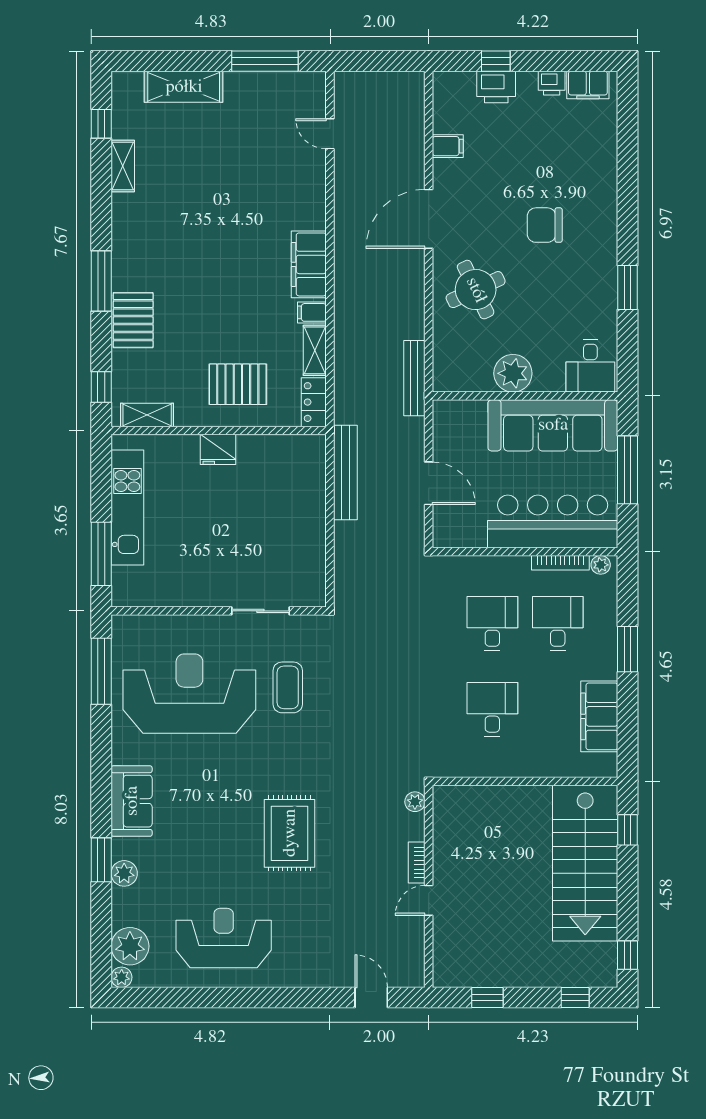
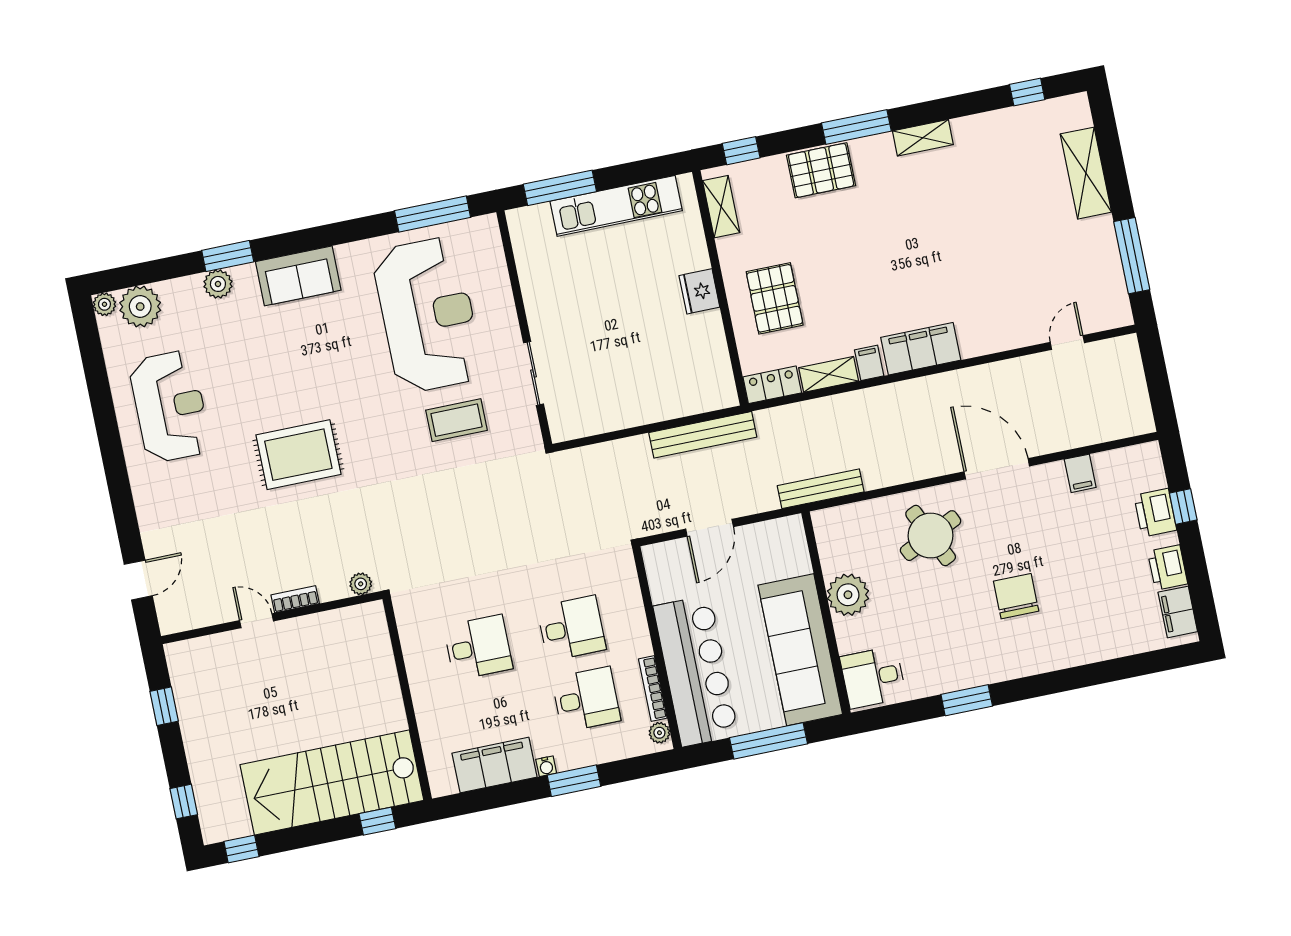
printer: (552, 83) -> (1168, 568), width x1.36, depth x1.24
shelving: (123, 166) -> (923, 138), moved
water cooler: (610, 671) -> (546, 766), added

